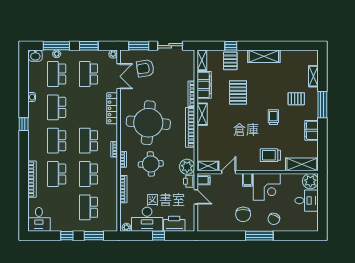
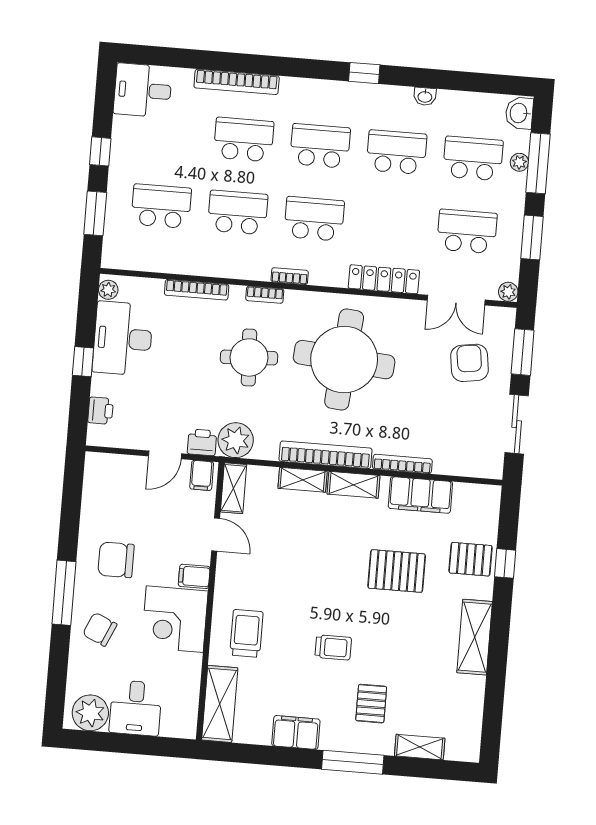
shelving: (202, 60) -> (303, 480), moved
plant: (310, 181) -> (90, 713), moved
printer: (174, 224) -> (101, 411), width x0.53, depth x0.68

